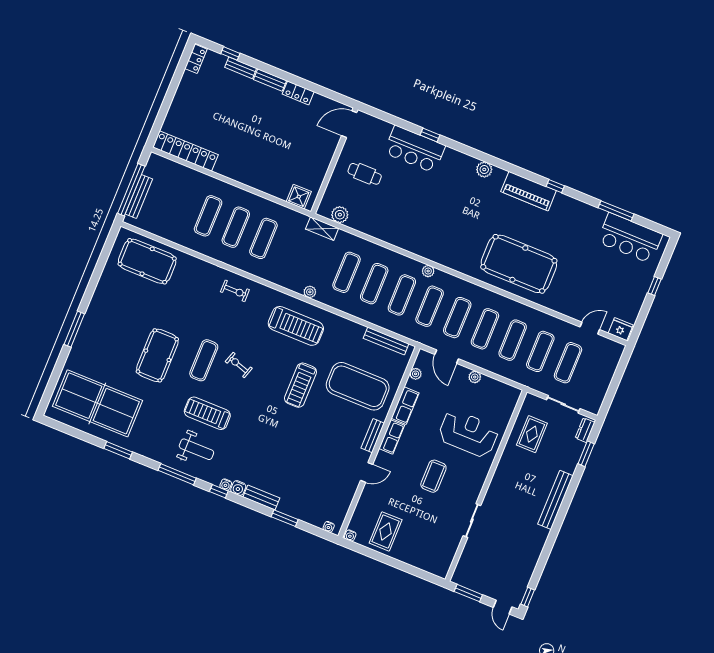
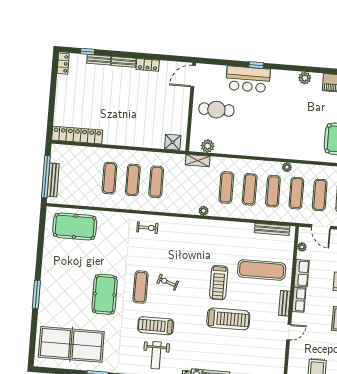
cafe table: (365, 174) -> (216, 110), width x1.37, depth x1.35
treadmill: (296, 326) -> (228, 319), moved
exercise mat: (358, 386) -> (262, 270), width x0.68
weight bench: (196, 449) -> (156, 355), turned 90

